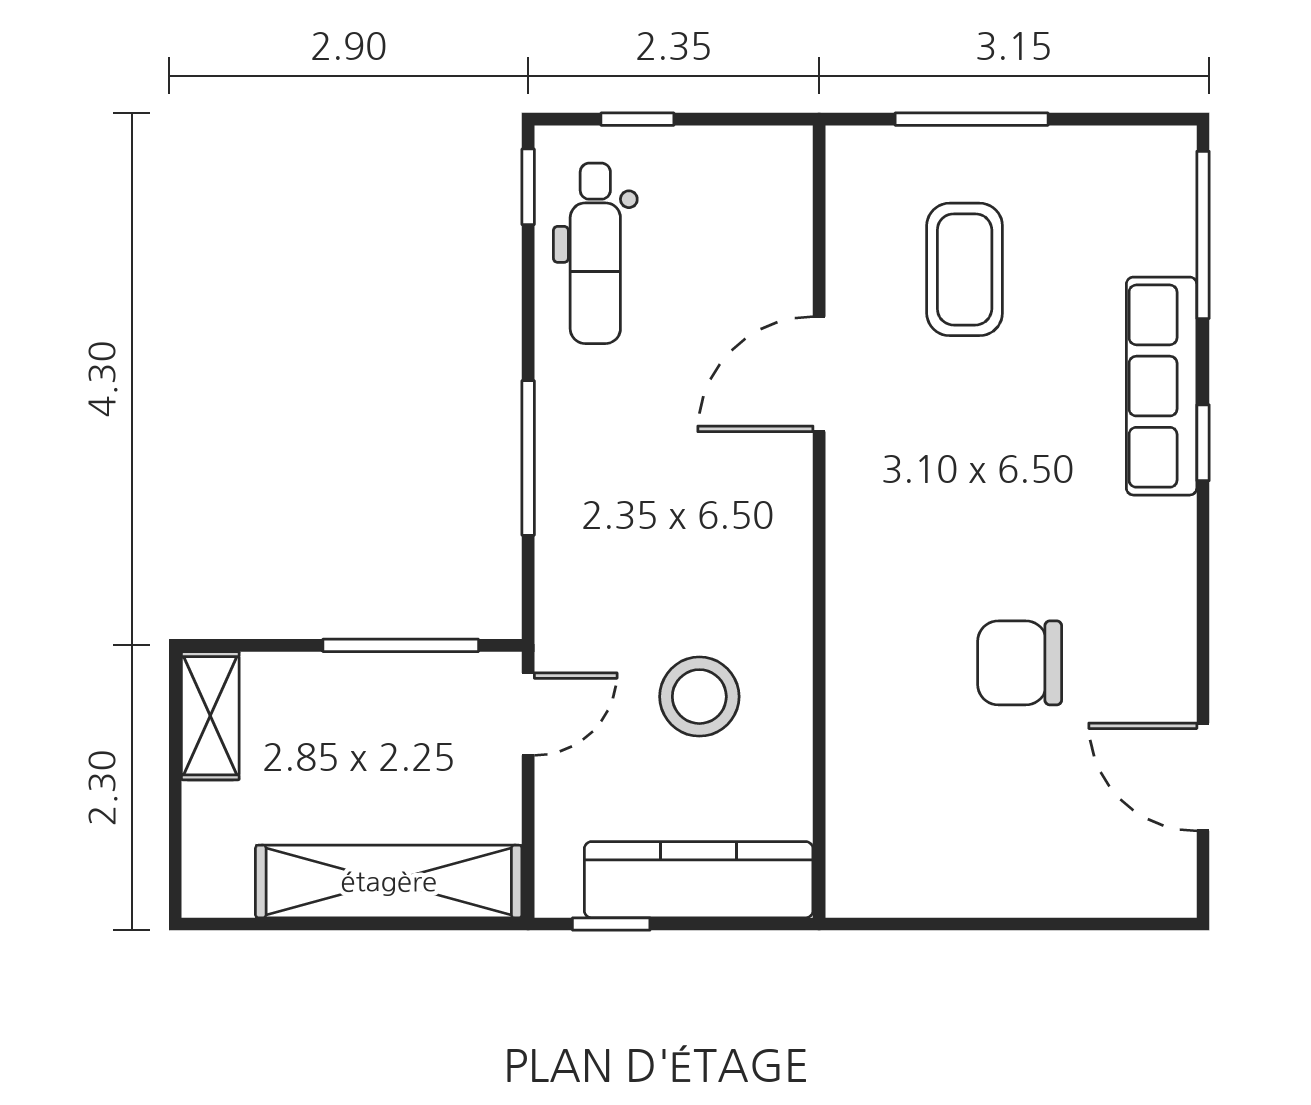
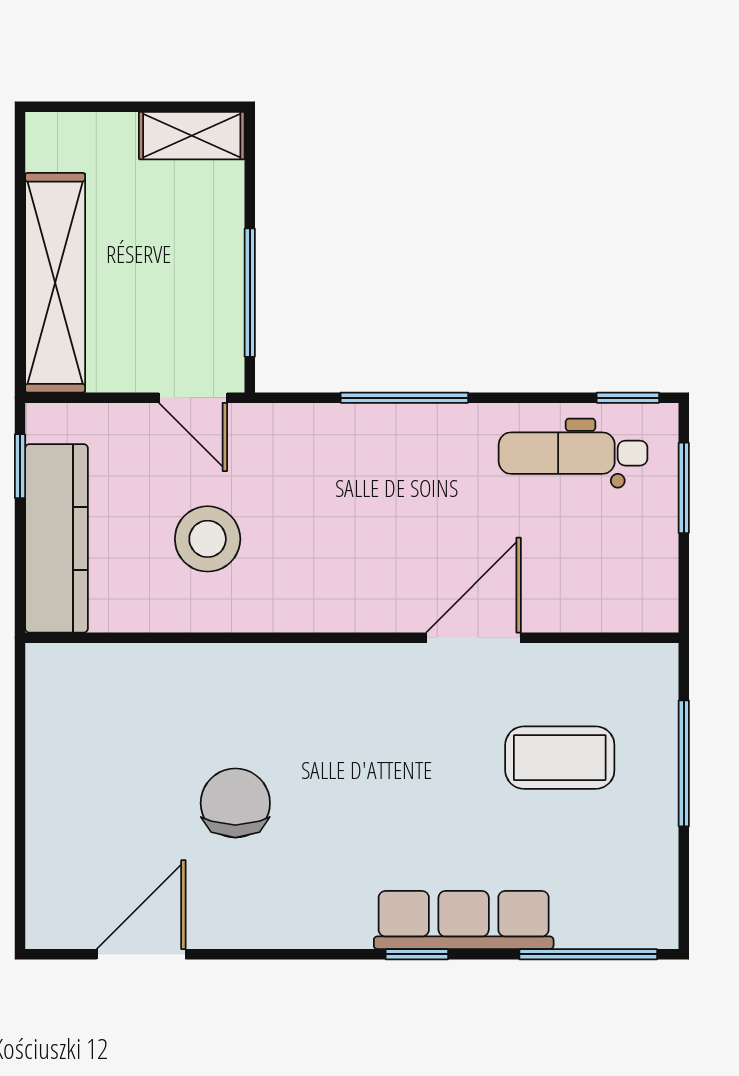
window: (637, 119) -> (684, 488), width x1.50
door: (819, 374) -> (473, 638), hinge flipped

